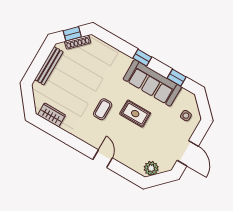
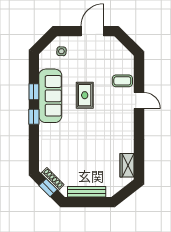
window: (177, 78) -> (34, 92), moved
coffee table: (103, 109) -> (122, 81), moved
door: (103, 159) -> (139, 100), swing flipped
plant: (151, 168) -> (123, 55), removed

